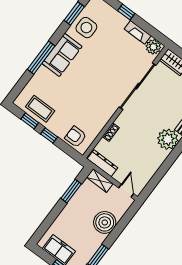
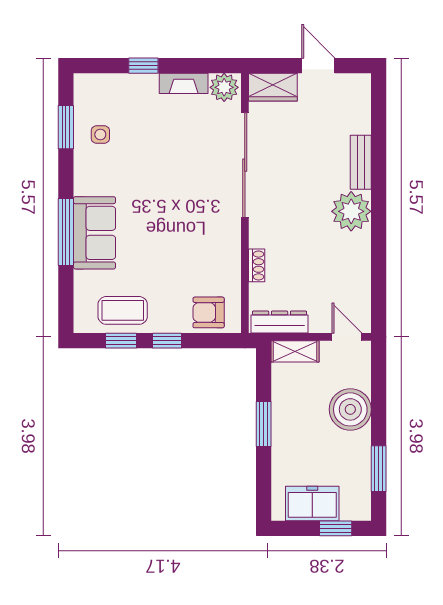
side table: (86, 28) -> (100, 135), width x0.54, depth x0.54
sofa: (62, 55) -> (94, 233), moved
window: (71, 191) -> (264, 424), moved

